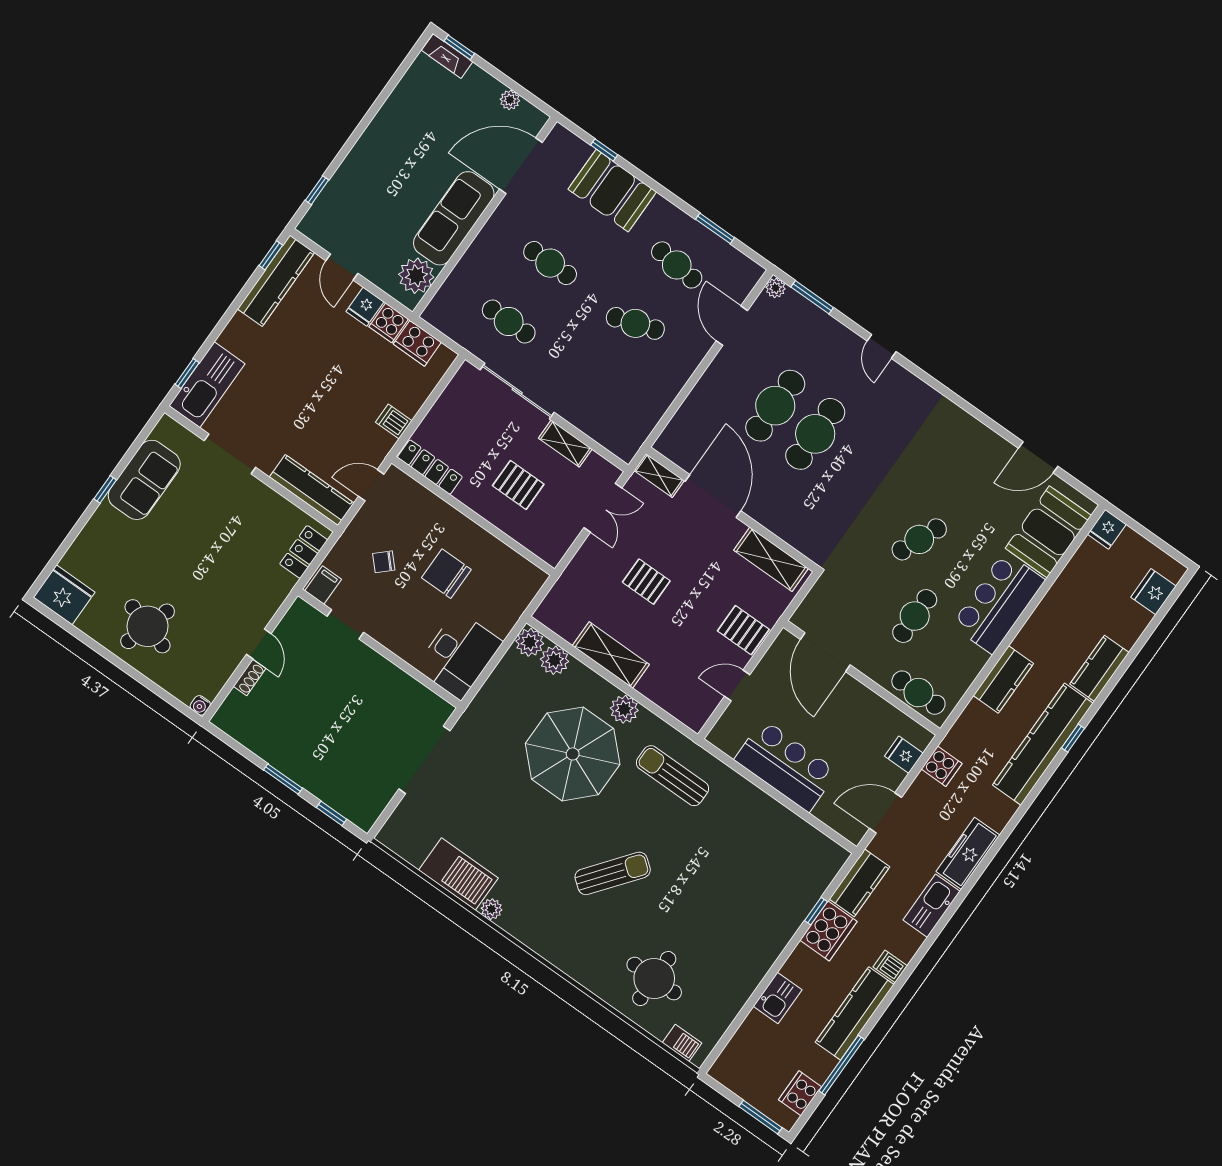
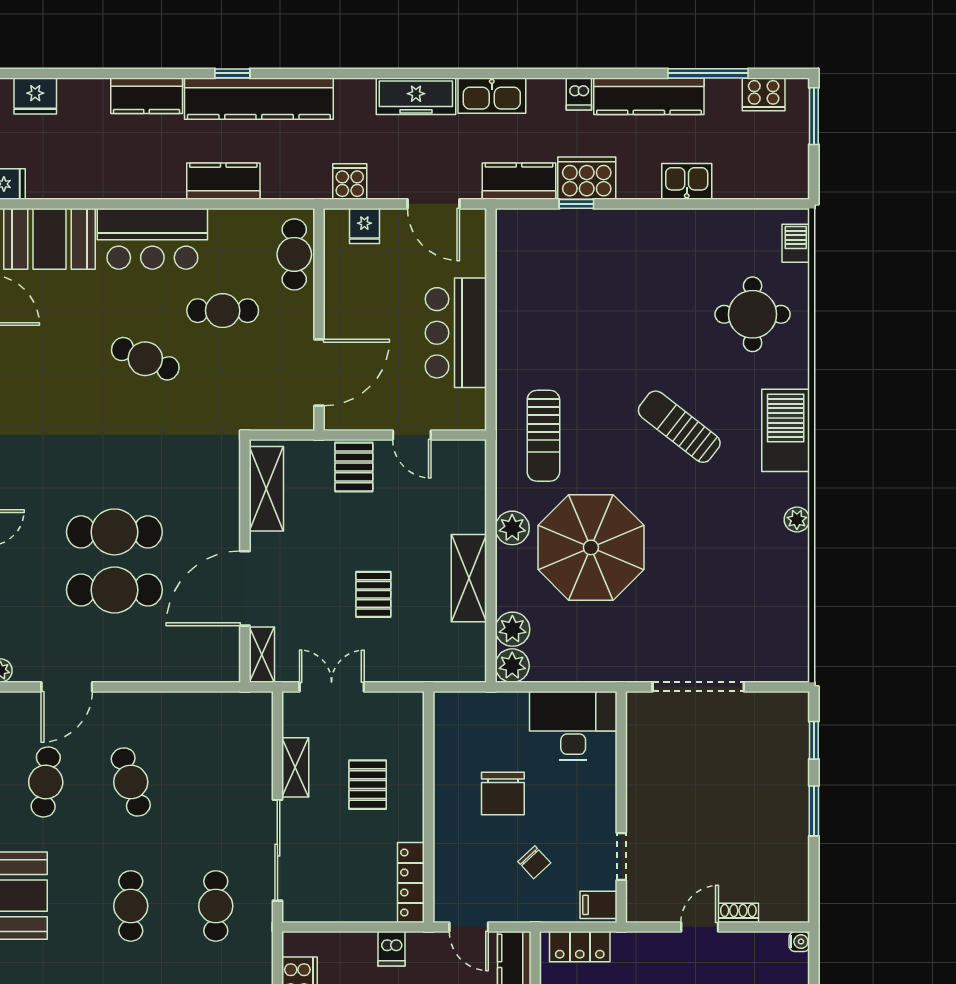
barbecue: (458, 874) -> (786, 430), moved

